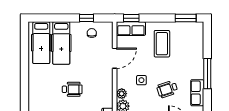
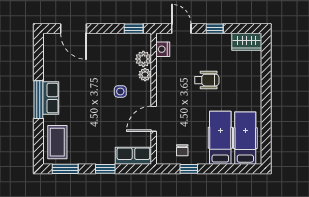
window: (131, 18) -> (105, 169), moved
coffee table: (162, 44) -> (57, 142), moved
wheelchair: (72, 89) -> (207, 80), turned 180
wheelchair: (167, 89) -> (88, 80), removed
row of seats: (197, 93) -> (51, 98), moved

